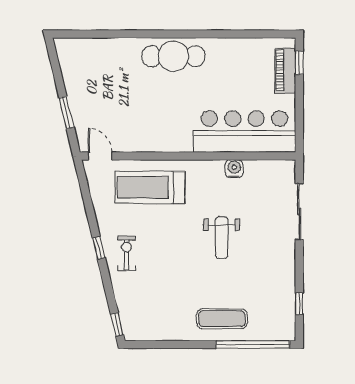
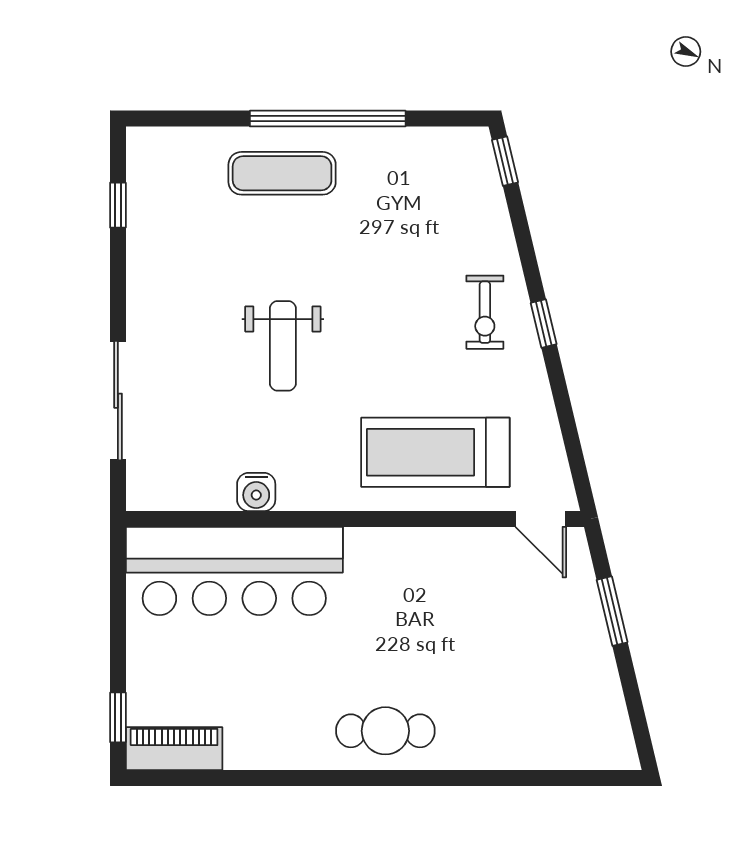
cafe table: (173, 56) -> (385, 731), width x0.73, depth x0.74
piano: (285, 71) -> (174, 749), moved, turned -90
treadmill: (150, 187) -> (435, 452), turned 180
weight bench: (222, 237) -> (283, 346), turned 180
window: (253, 344) -> (328, 119), moved

